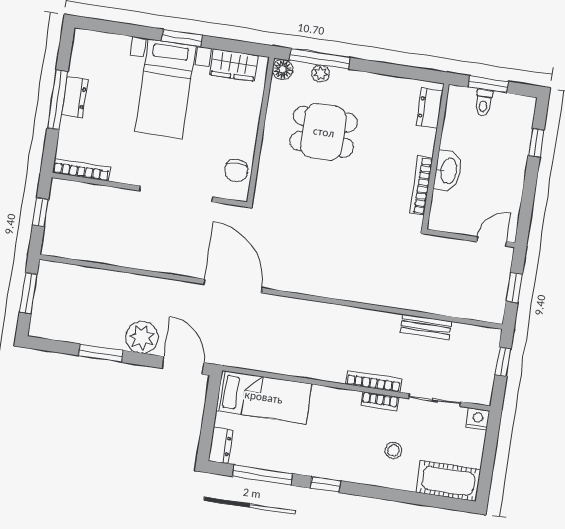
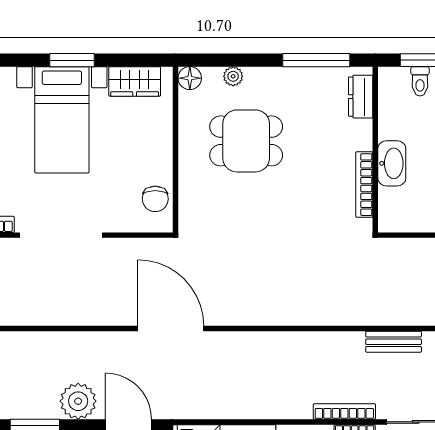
window: (319, 59) -> (316, 60), moved
doorway: (176, 194) -> (61, 235), moved

